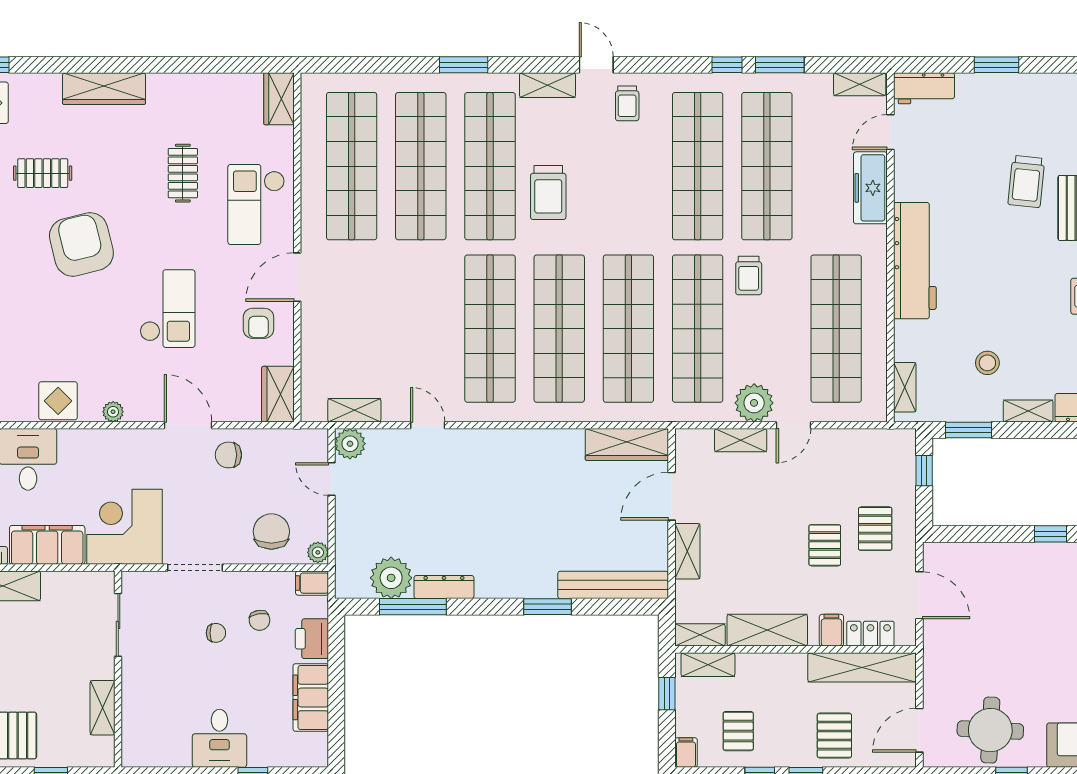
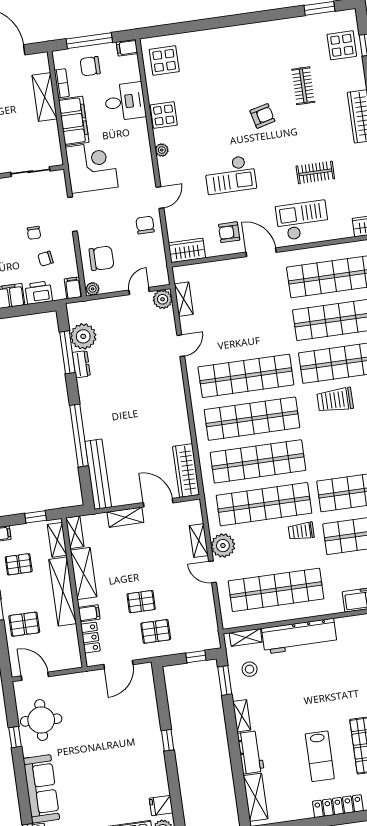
armchair: (81, 244) -> (262, 116), width x0.53, depth x0.53
workbench: (915, 261) -> (299, 636), moved
stool: (987, 363) -> (250, 669), moved
door: (188, 425) -> (160, 198), width x0.73
dresser: (444, 587) -> (81, 364), width x0.70
window: (548, 607) -> (79, 436), width x2.11
shelving: (862, 667) -> (63, 591), moved

